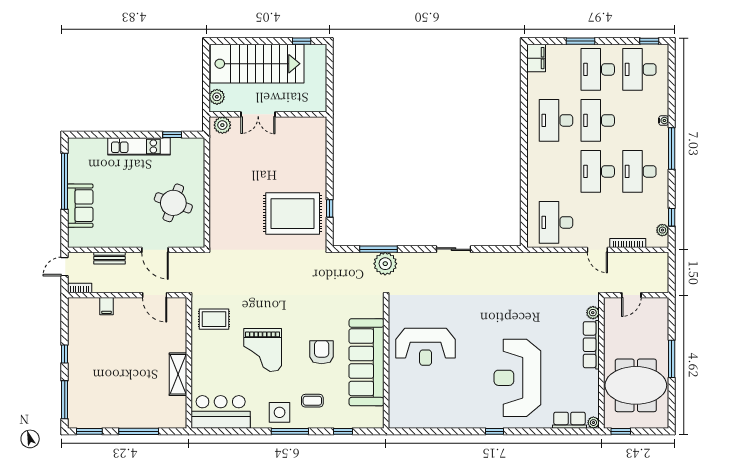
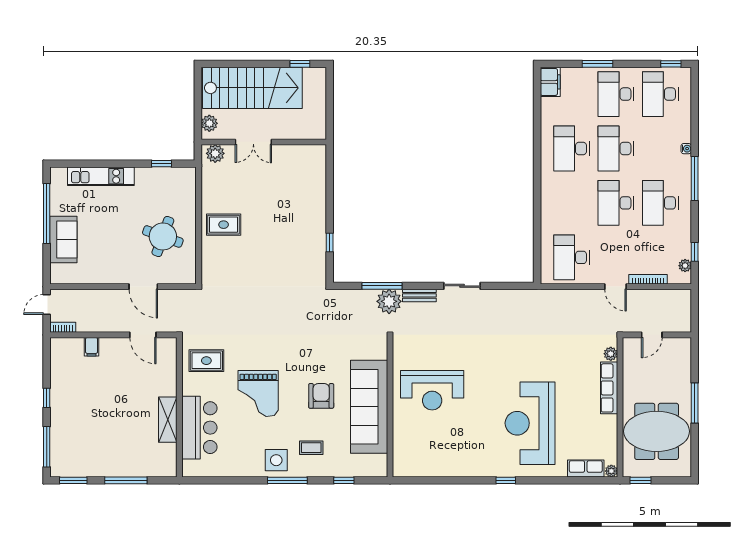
kitchen unit: (139, 146) -> (101, 176), moved
rug: (293, 214) -> (224, 225), moved, width x0.54, depth x0.49
bench: (109, 258) -> (419, 295), moved
bar counter: (221, 412) -> (199, 428), moved, turned 90

